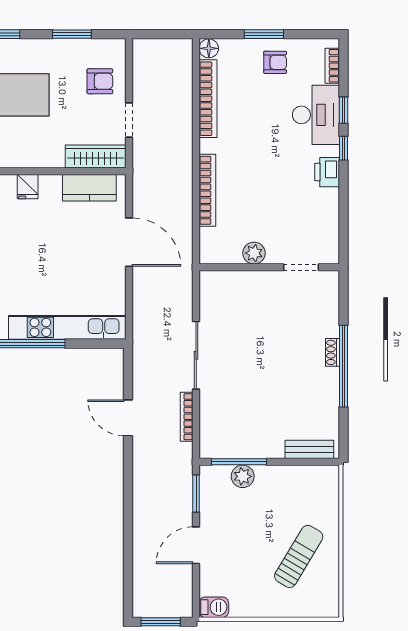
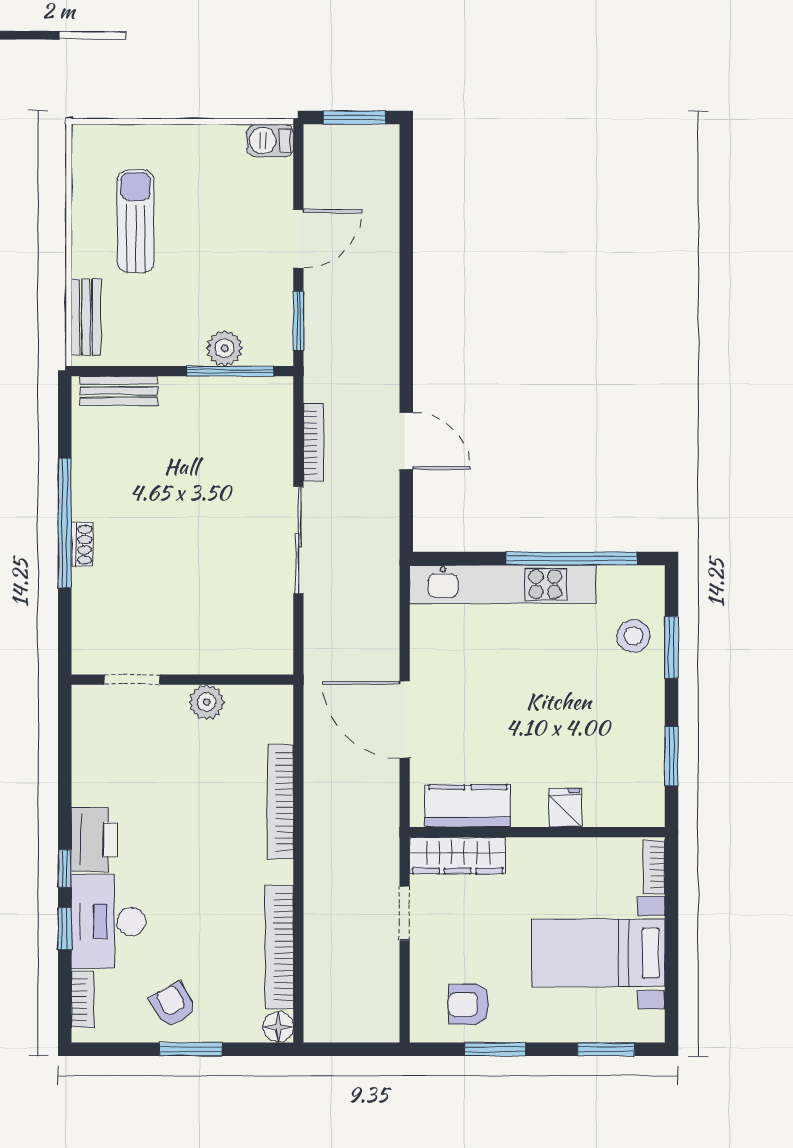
armchair: (275, 62) -> (173, 1005), turned 60
armchair: (100, 81) -> (469, 1004), moved
printer: (327, 172) -> (94, 839), width x1.37, depth x1.19
bench: (330, 496) -> (86, 317), added
sun lounger: (299, 556) -> (136, 221), turned 149

